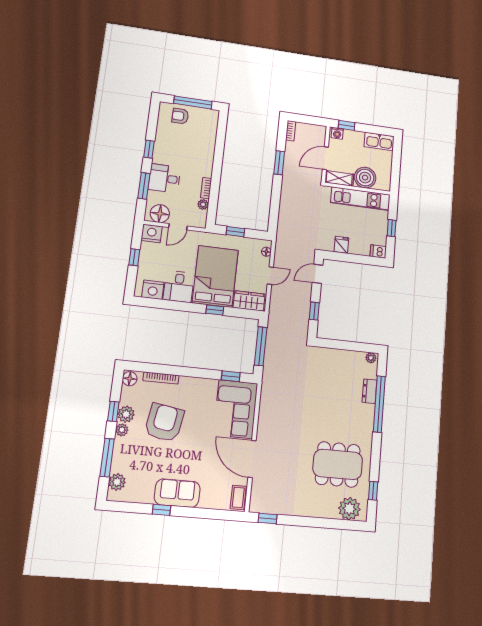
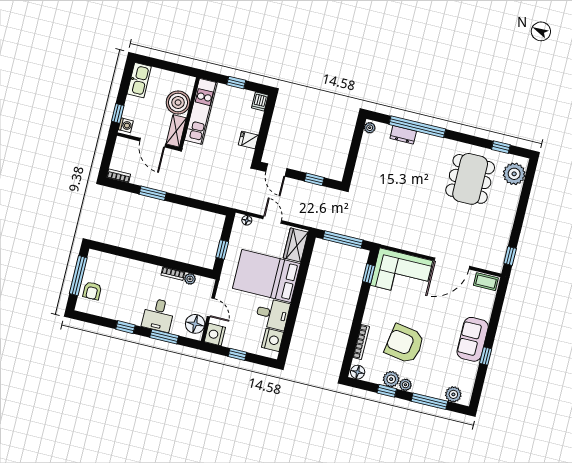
window: (215, 310) -> (301, 281), removed

